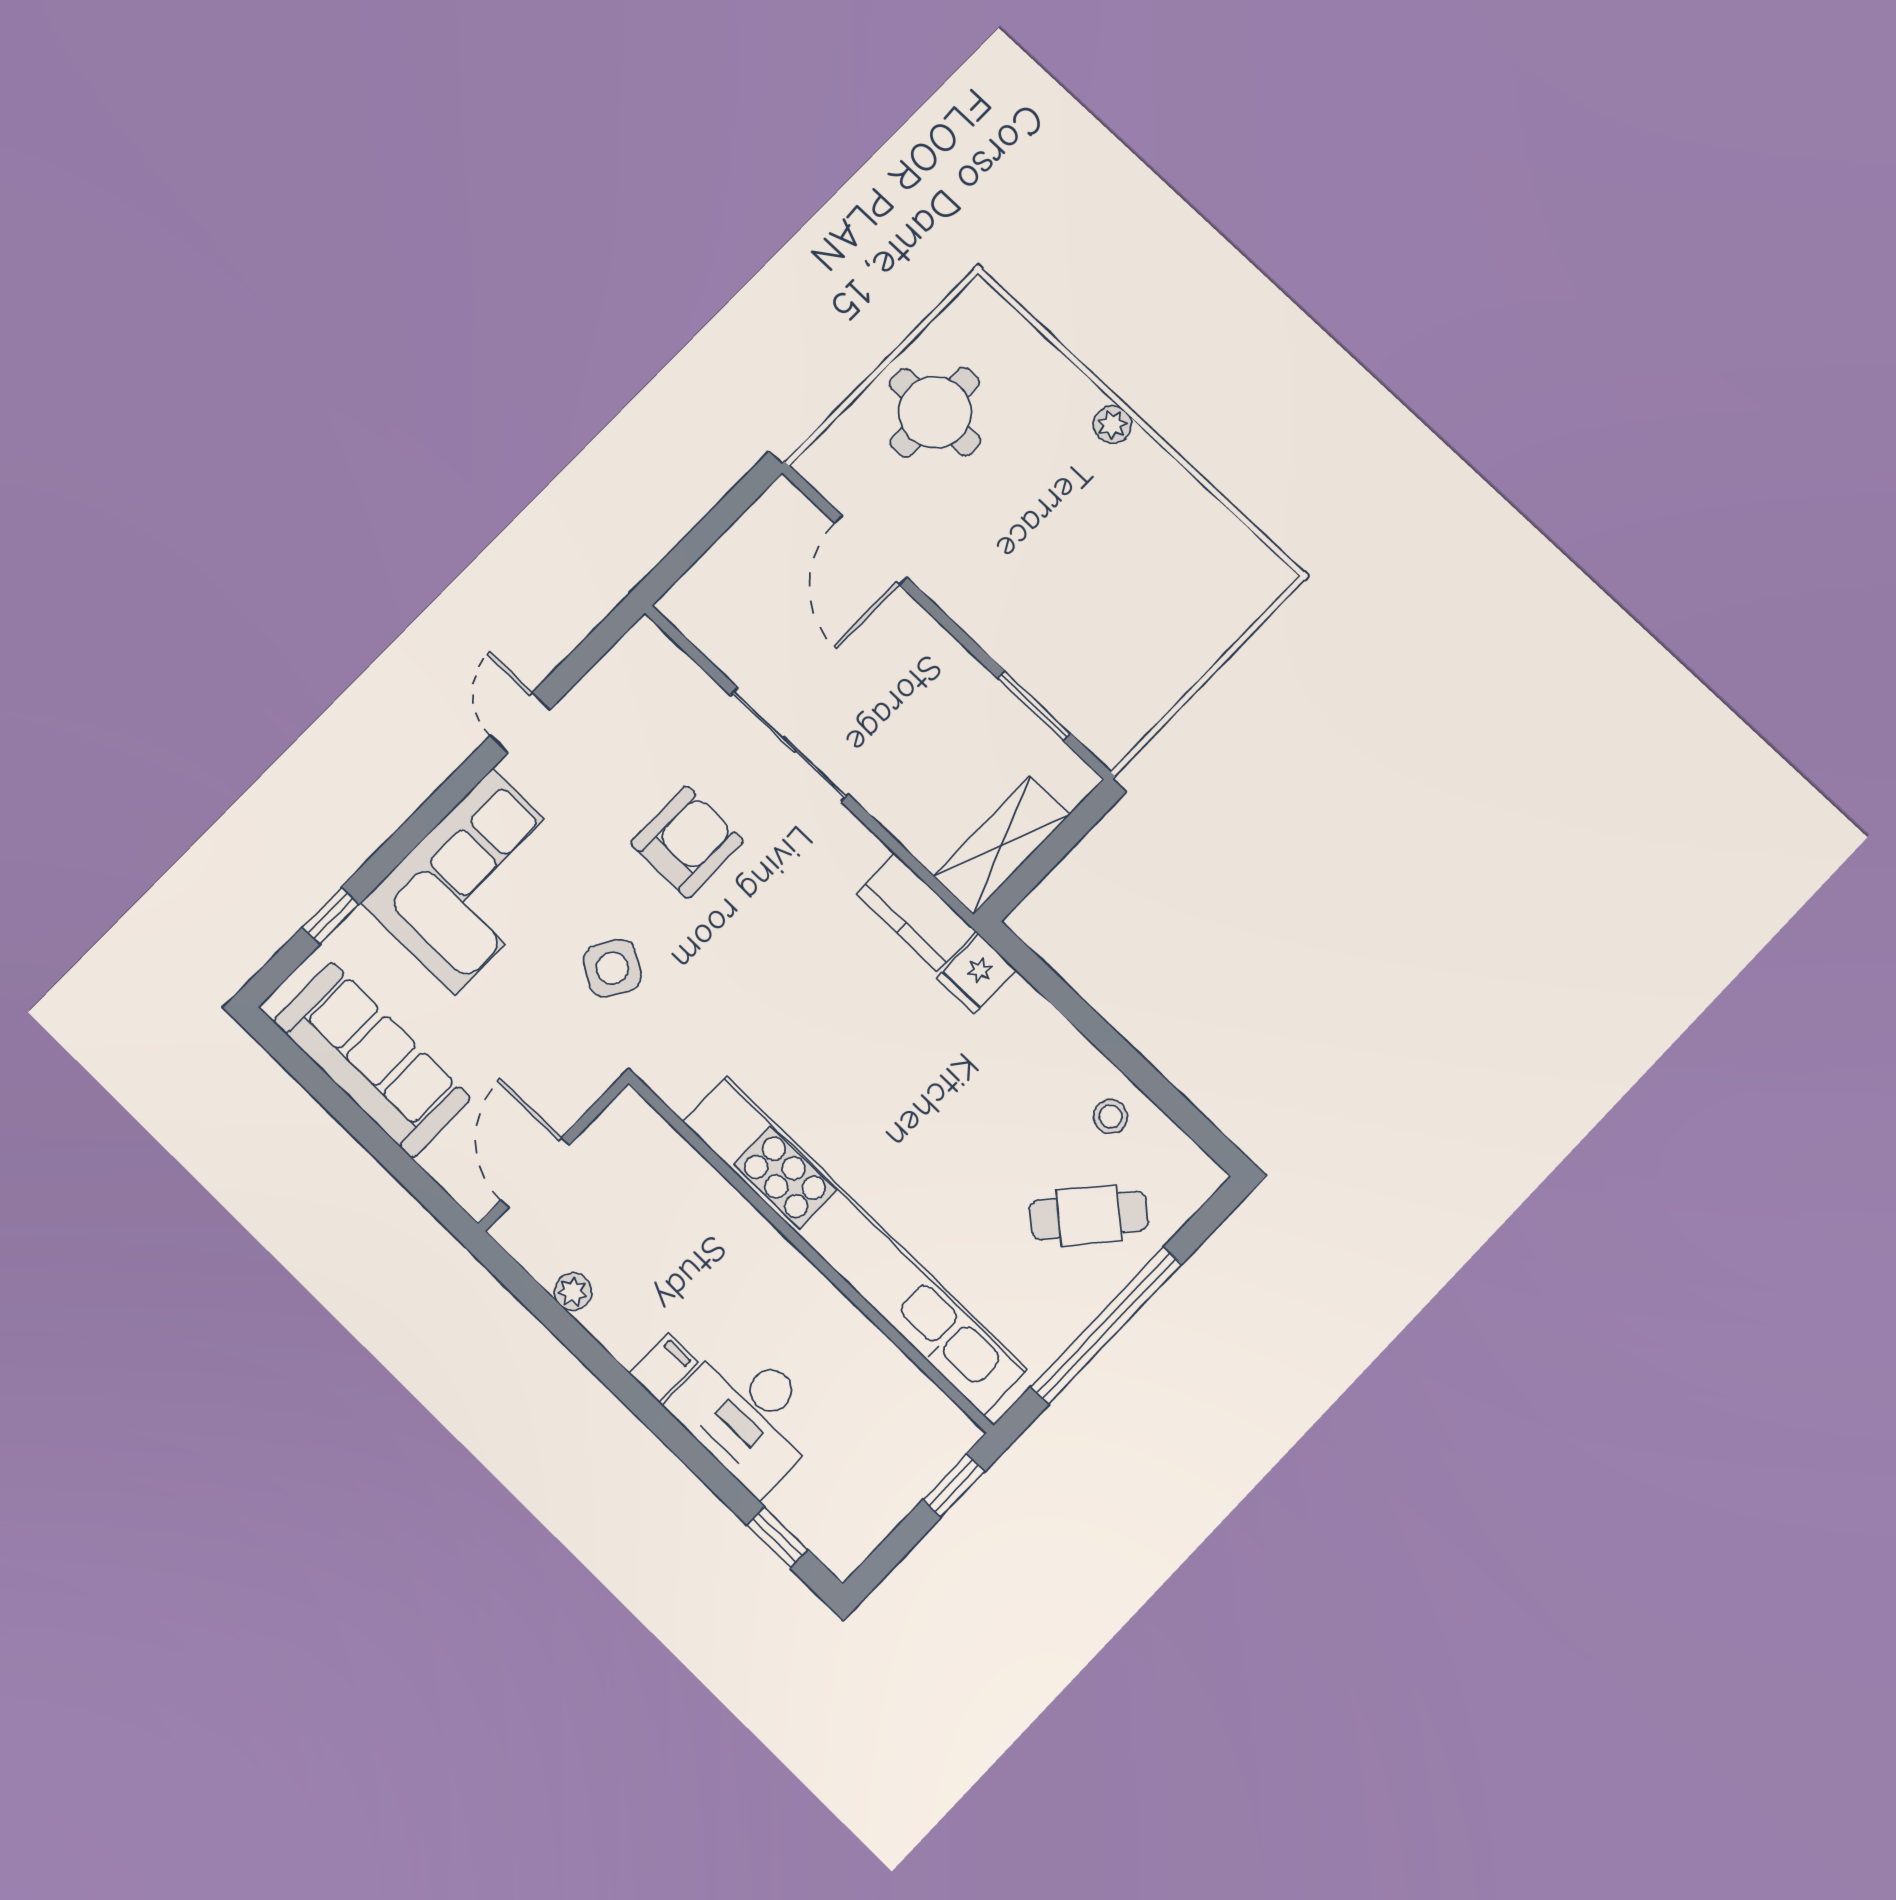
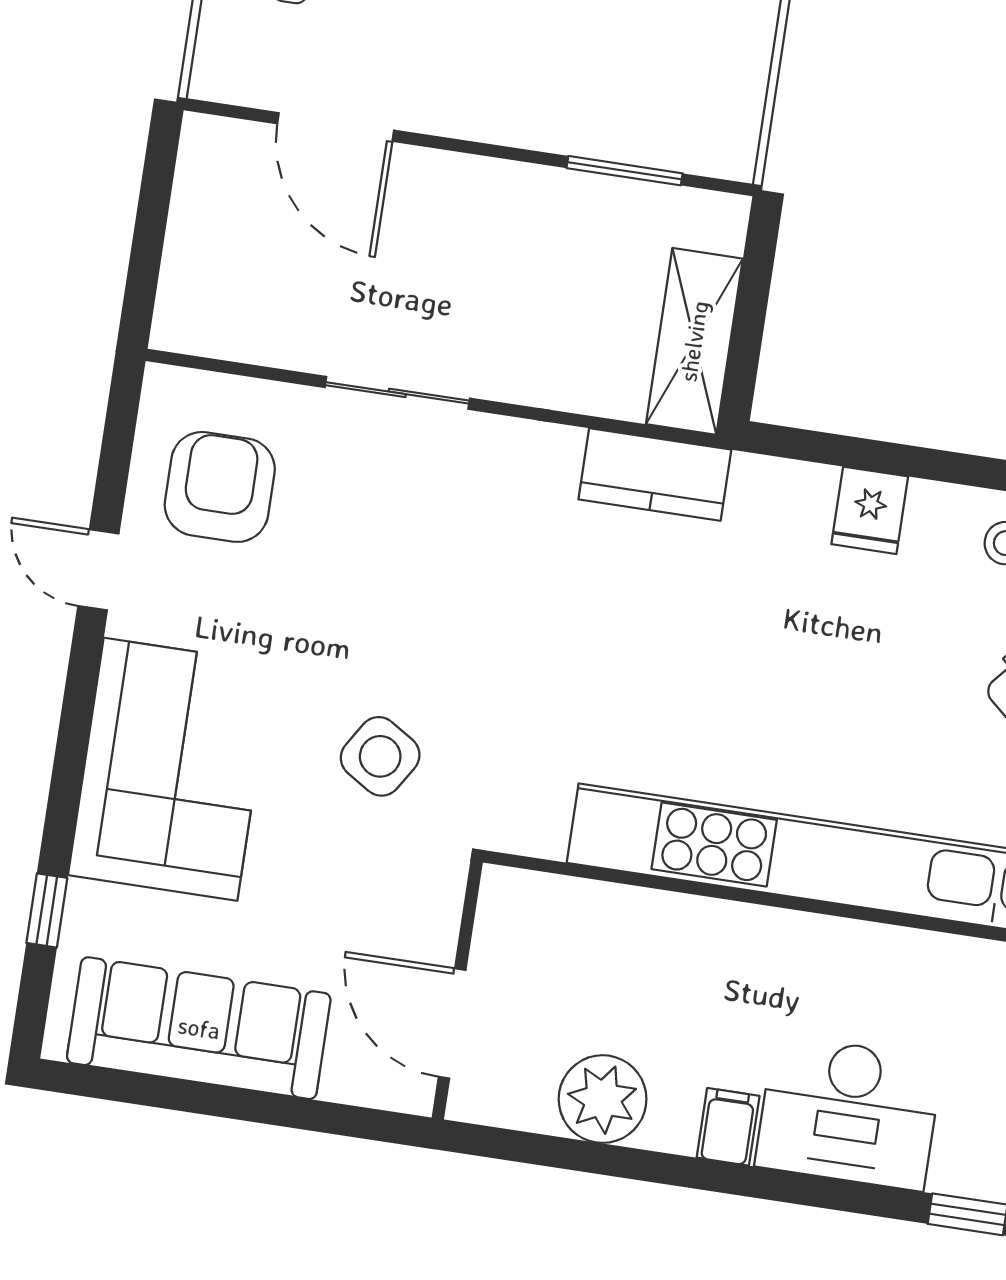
sliding door: (789, 745) -> (397, 393), width x0.73
armchair: (687, 842) -> (220, 487), moved
fridge: (976, 974) -> (870, 510), moved
plant: (573, 1292) -> (603, 1099), width x1.88, depth x1.88

